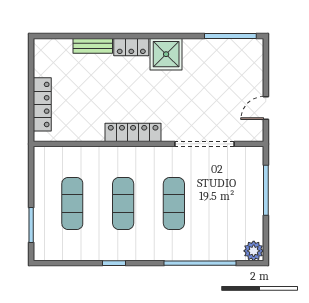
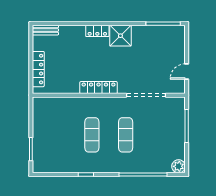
bench: (93, 46) -> (45, 30), moved
exercise mat: (72, 204) -> (58, 135), removed

